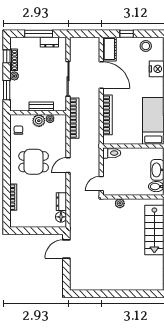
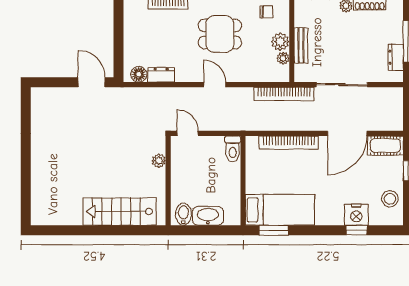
dining table: (34, 162) -> (220, 34), turned 90

